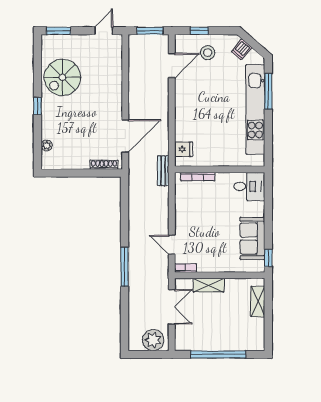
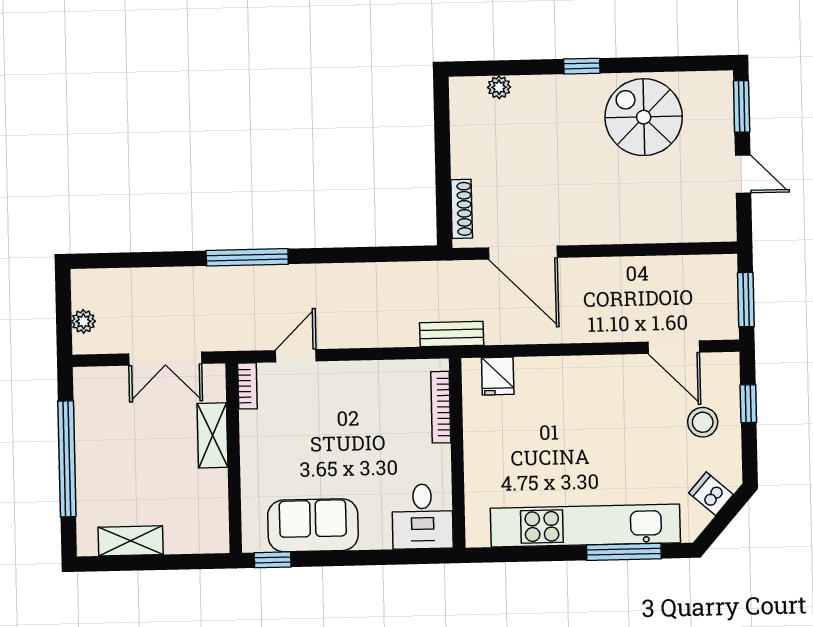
door: (104, 31) -> (743, 174), moved
shelving: (258, 302) -> (131, 541), moved
plant: (153, 340) -> (83, 321), width x0.53, depth x0.53

